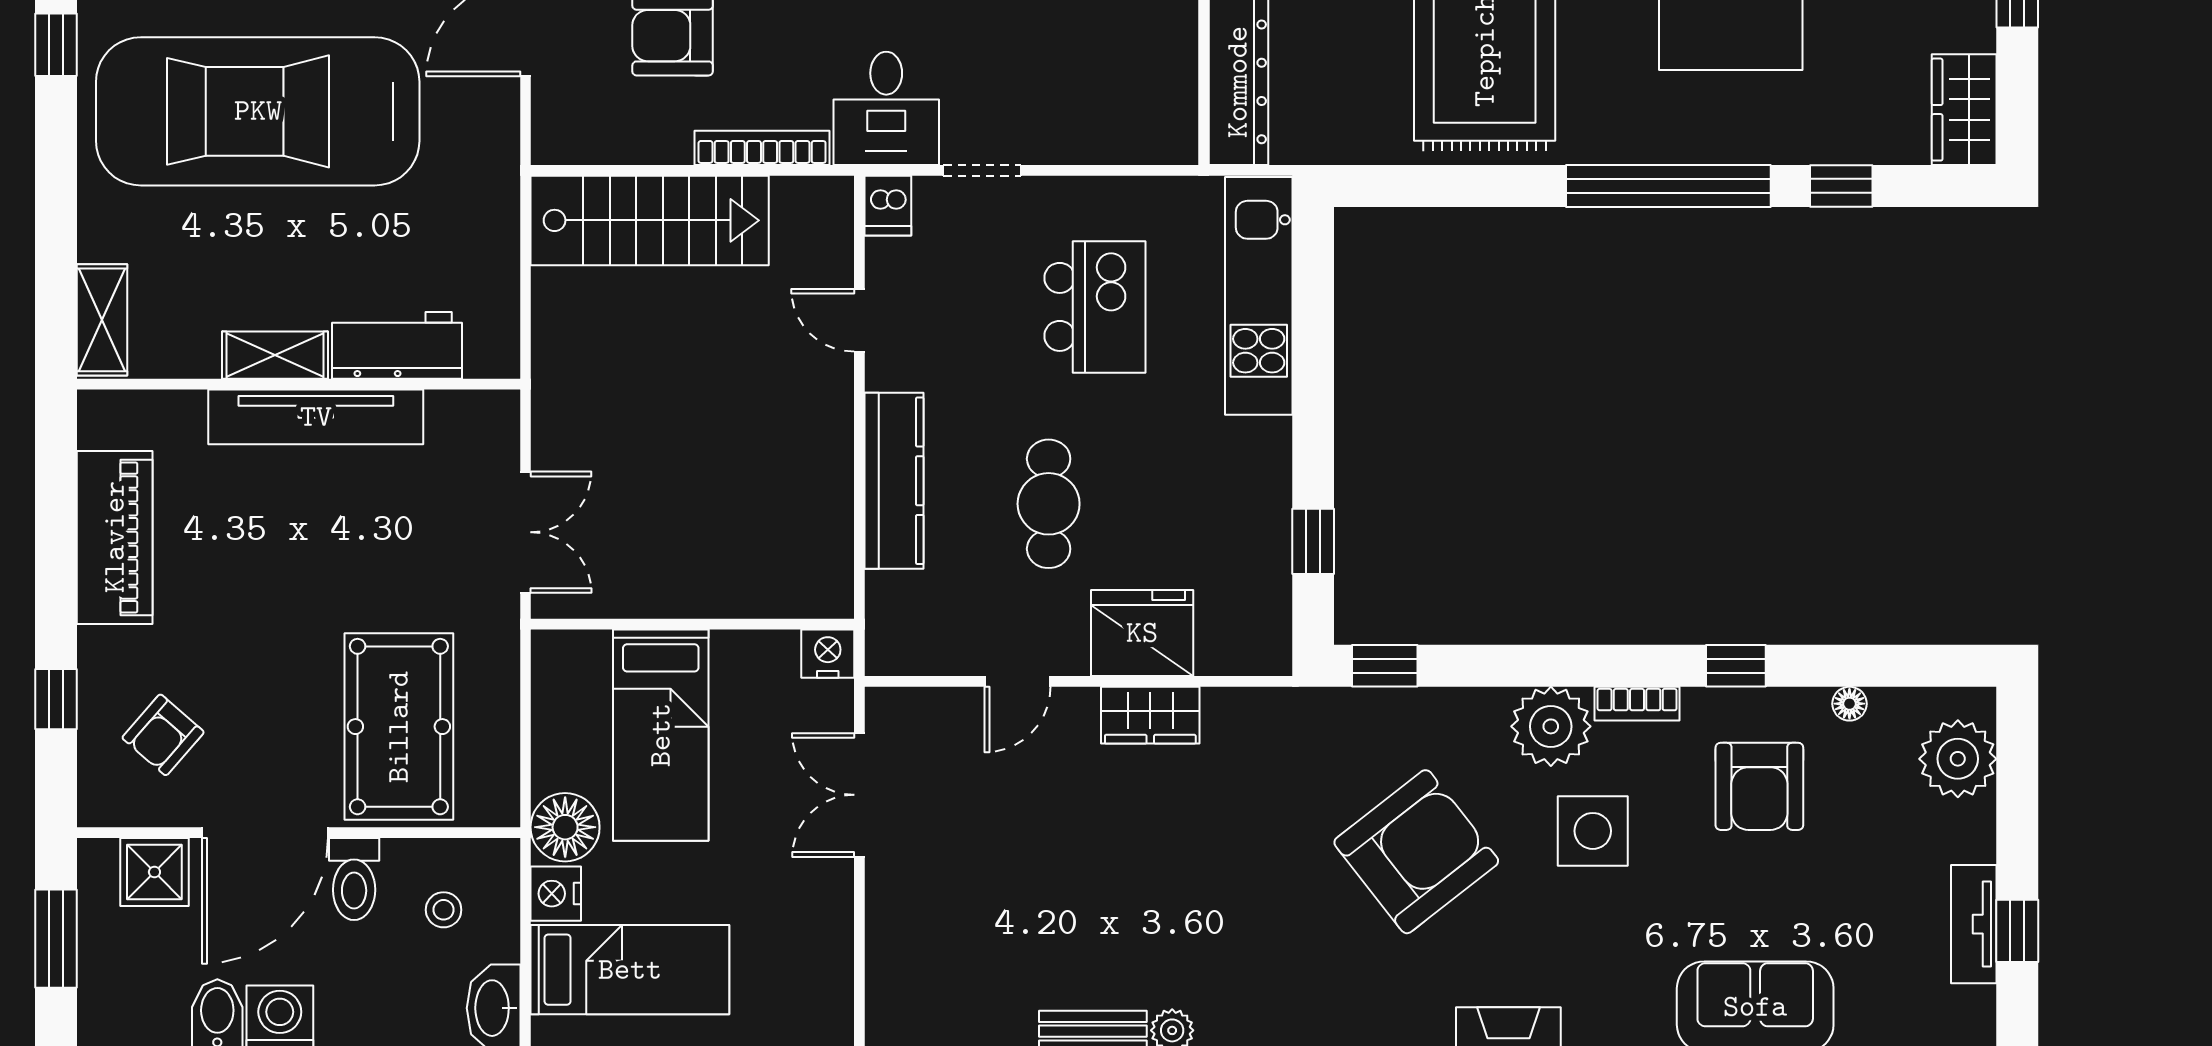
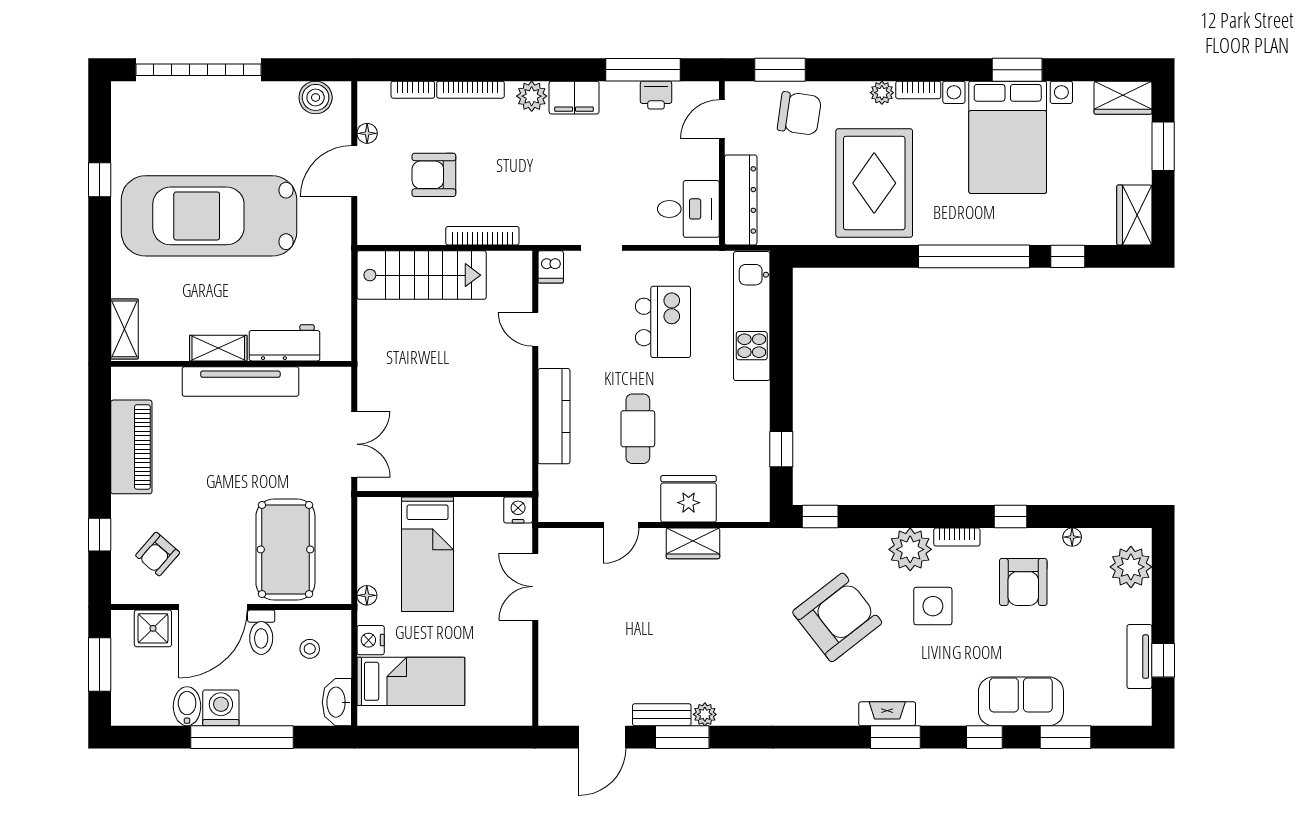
desk: (886, 108) -> (688, 209), moved, turned -90
floor lamp: (565, 827) -> (367, 595), width x0.53, depth x0.53

